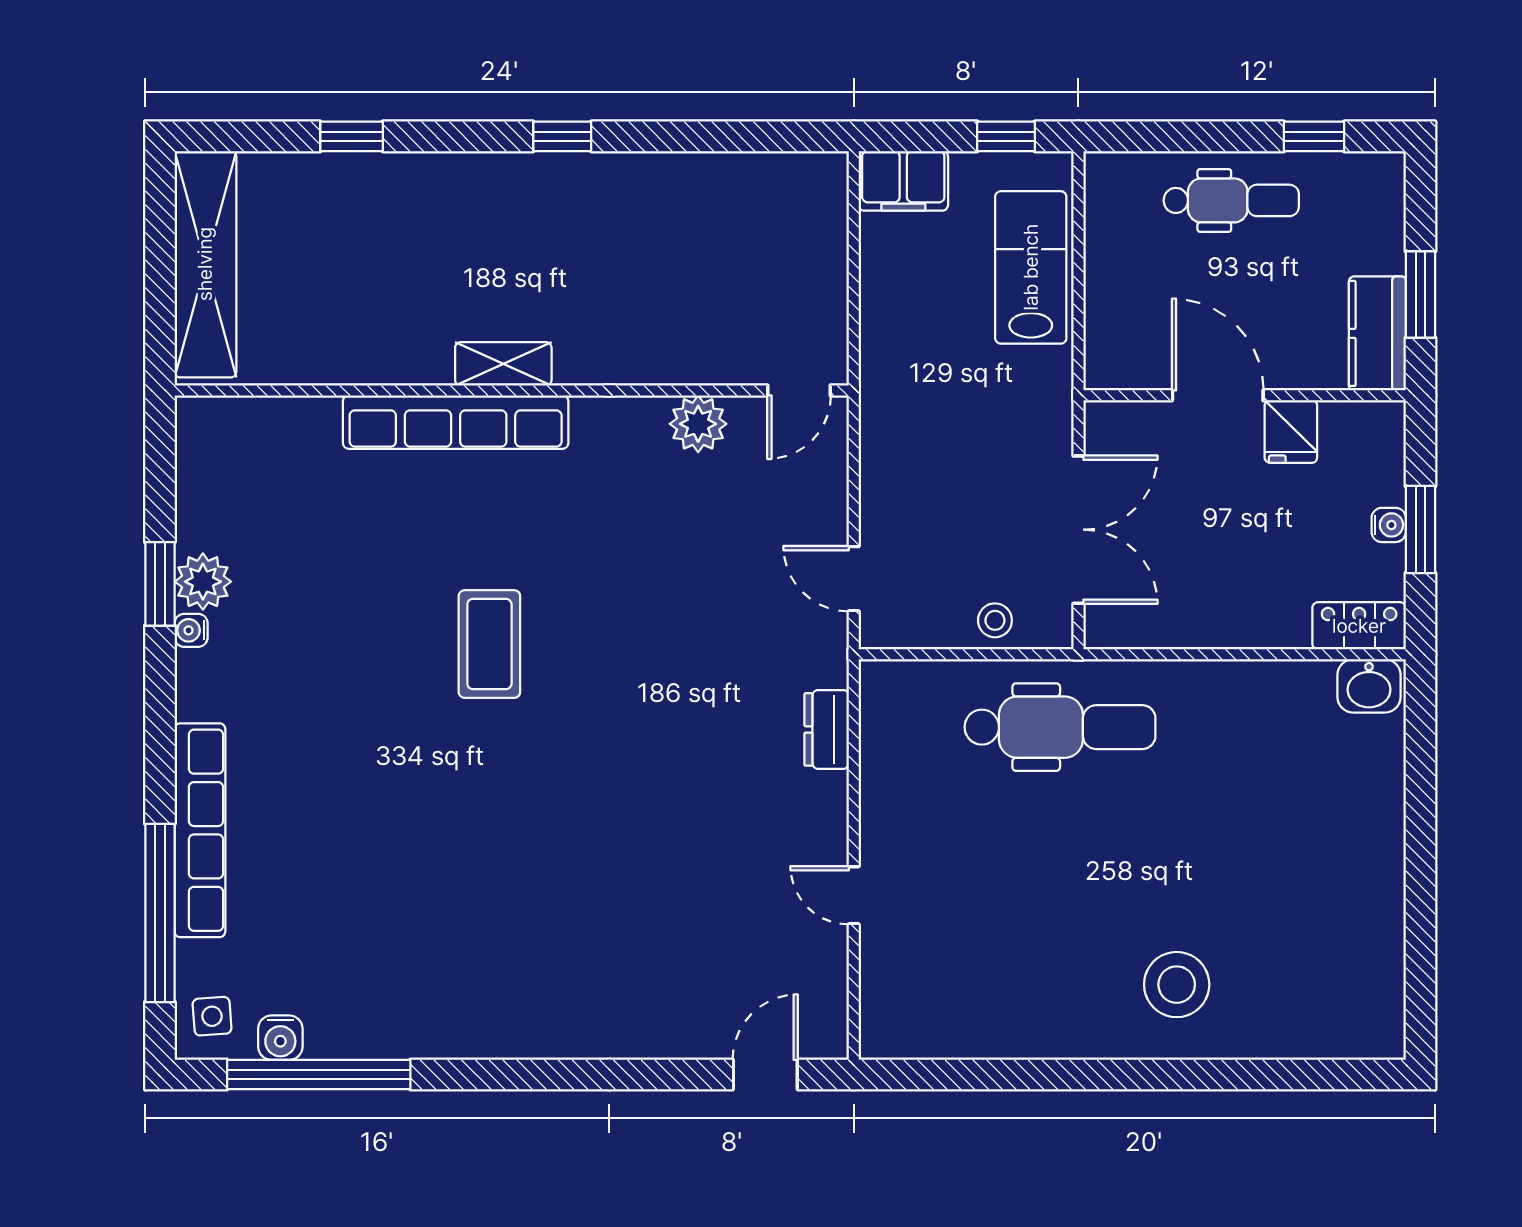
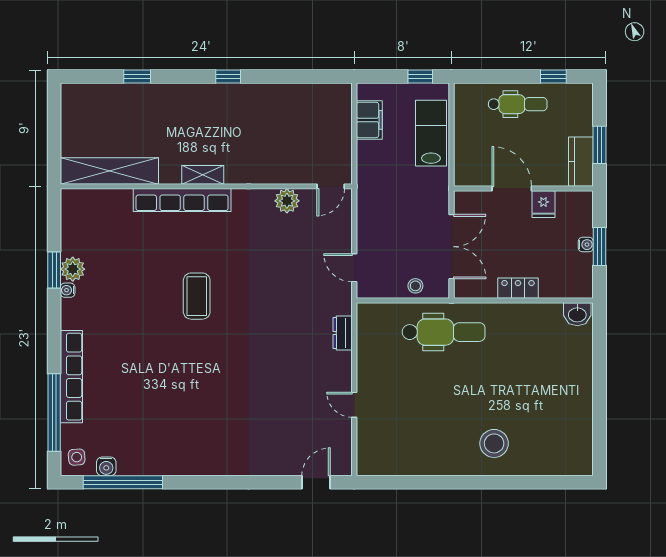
filing cabinet: (903, 181) -> (369, 120), moved, turned -90
shelving: (205, 264) -> (109, 171), moved, turned 90
locker: (1359, 626) -> (518, 288), moved

